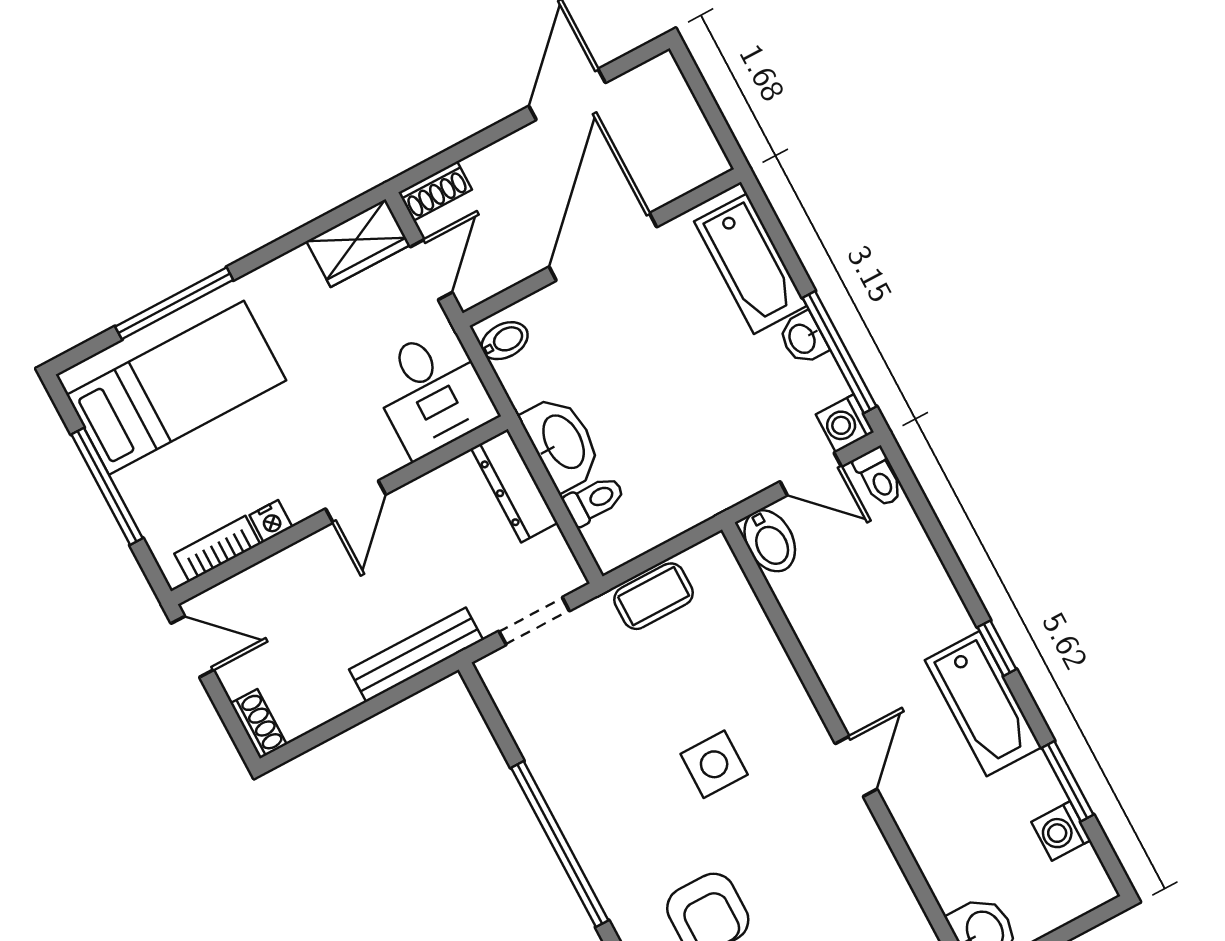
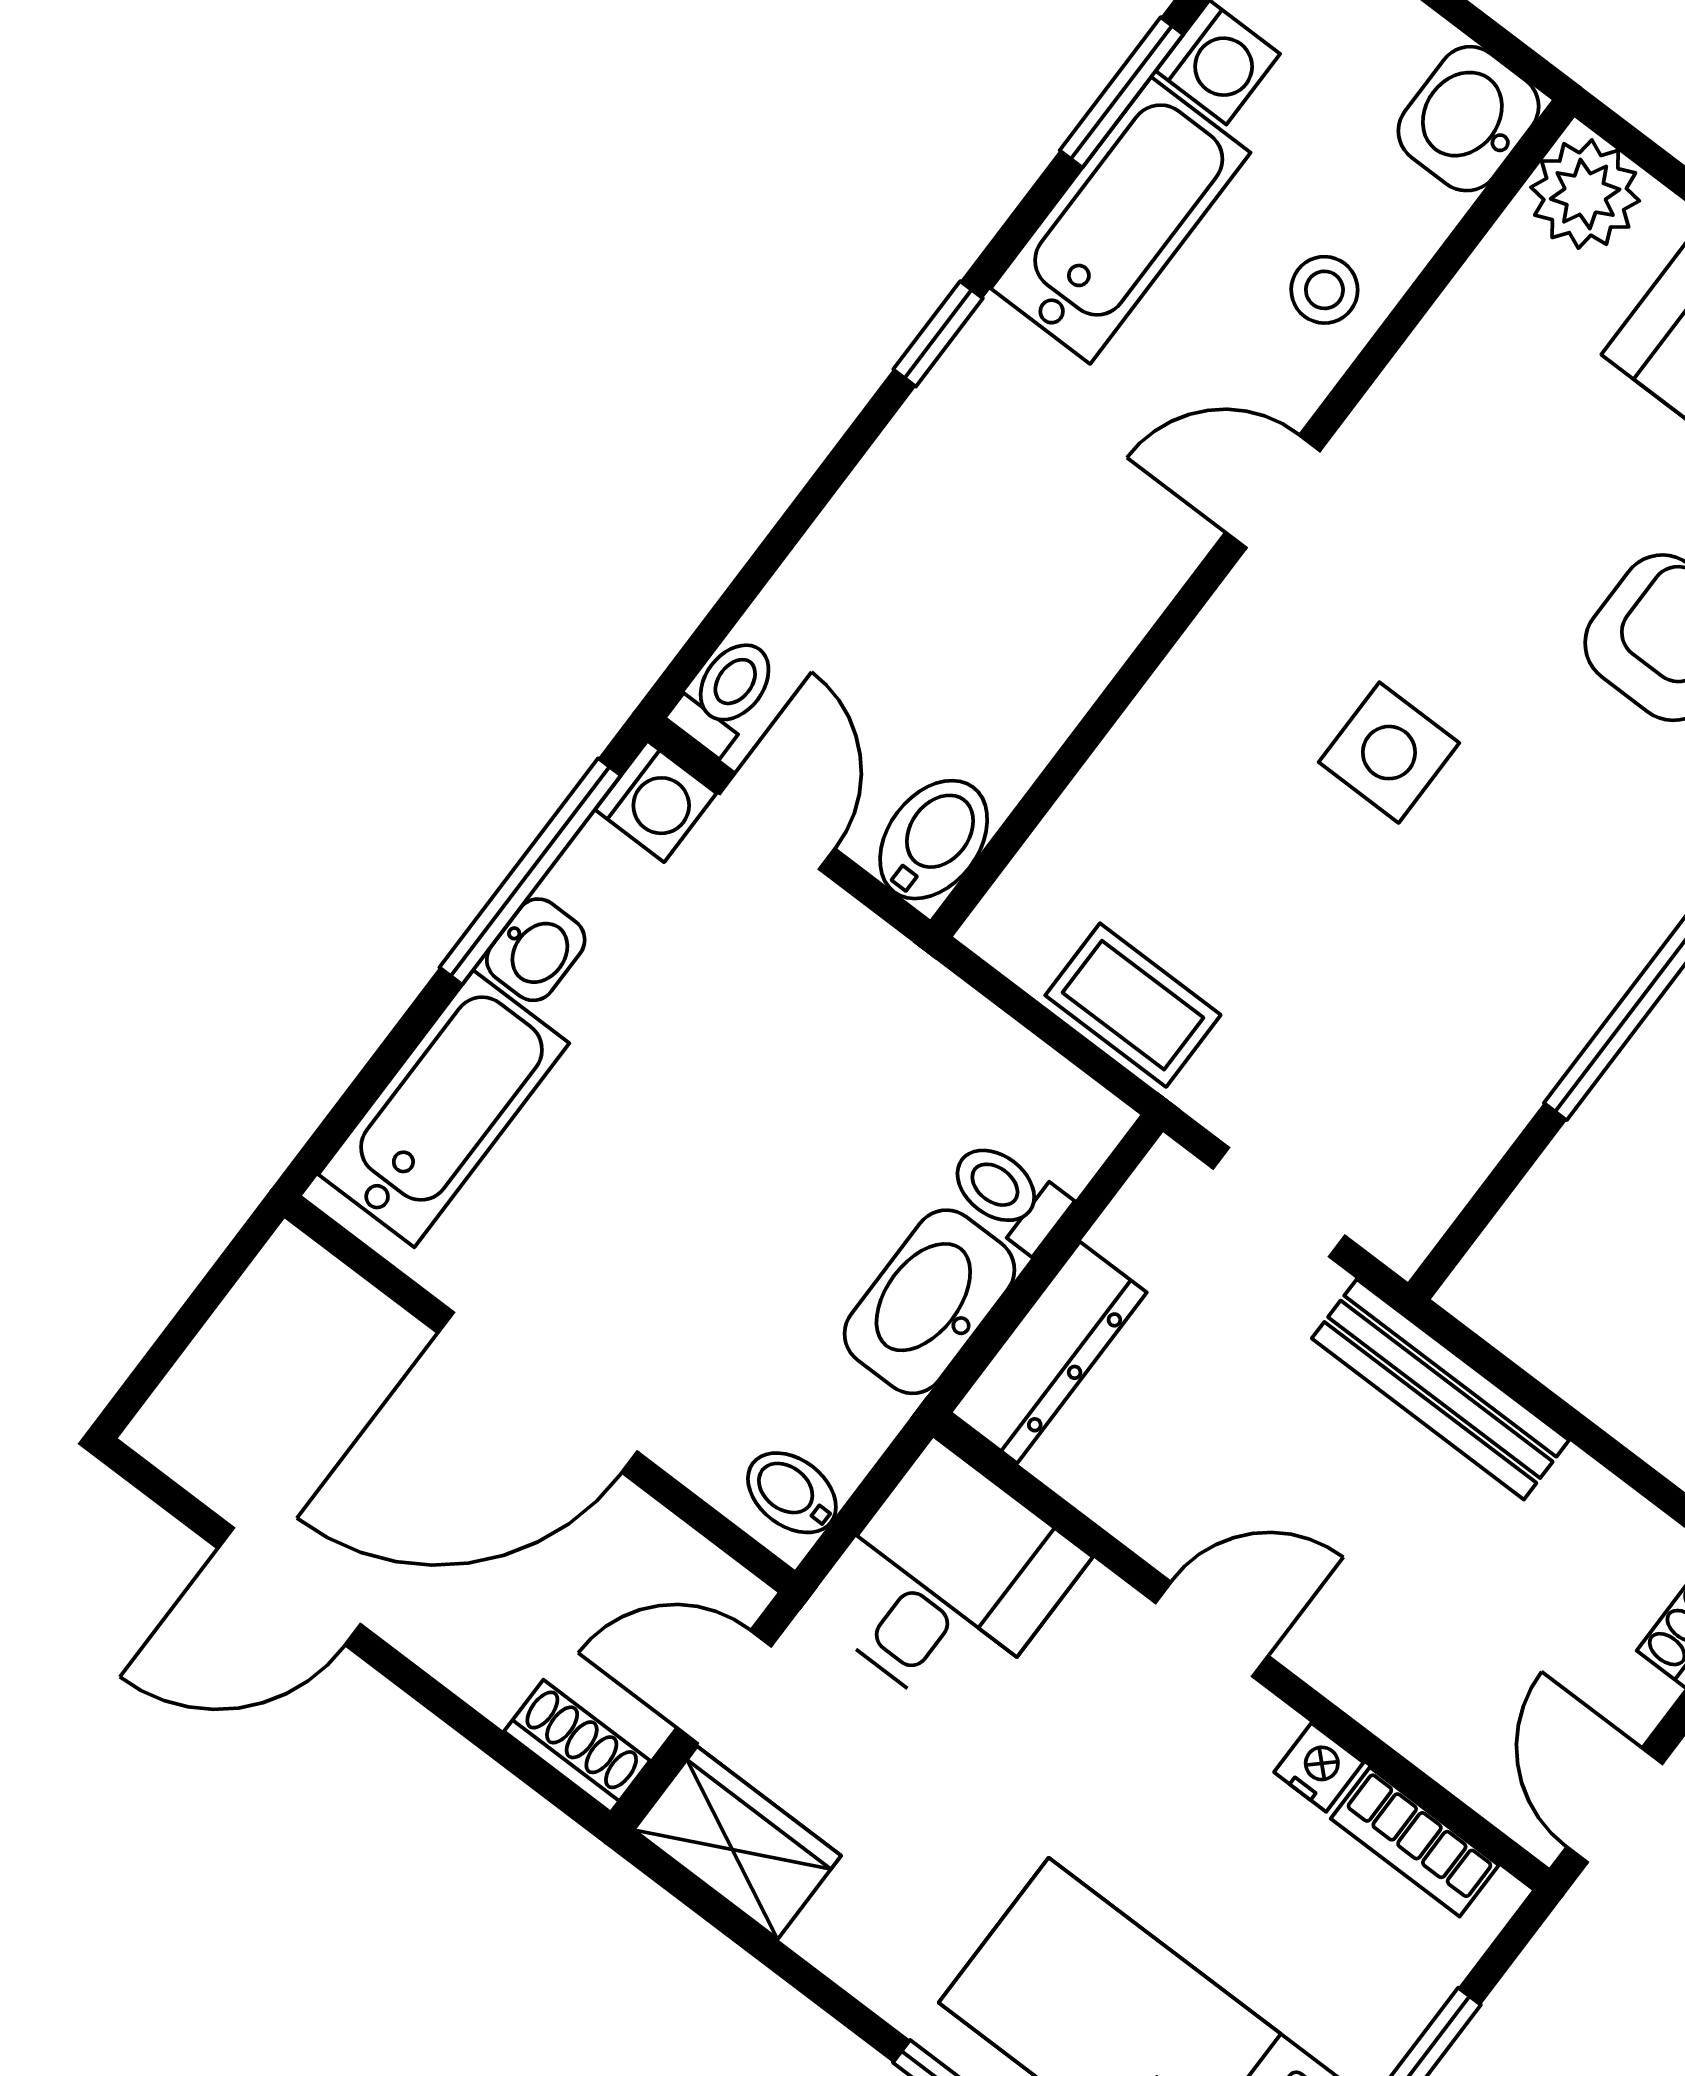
bathtub: (983, 704) -> (1121, 220), moved
stool: (936, 832) -> (1324, 290), added

